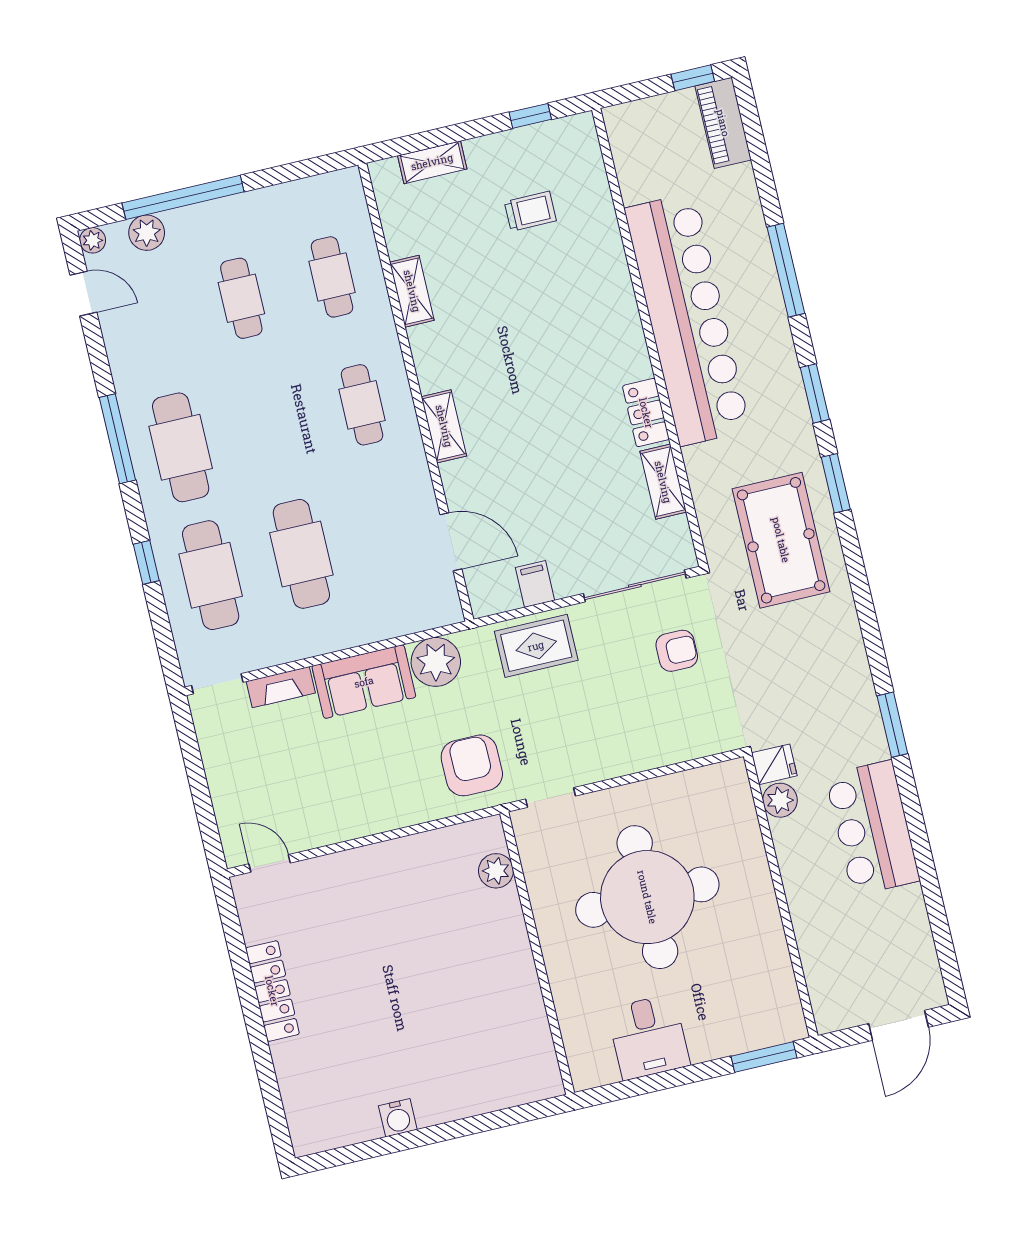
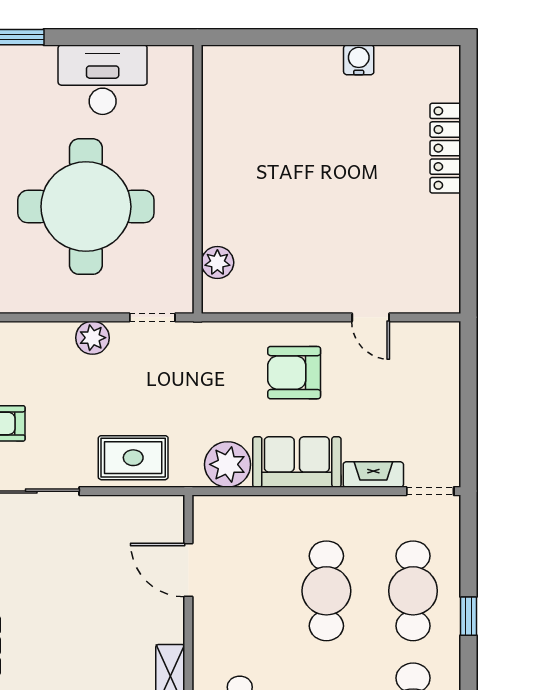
filing cabinet: (535, 584) -> (121, 514), removed
plant: (608, 761) -> (92, 338), added
armchair: (472, 765) -> (294, 373), moved, turned 90
door: (270, 863) -> (371, 317), moved
locker: (272, 991) -> (445, 148), moved
desk: (648, 1037) -> (103, 80), width x1.37

